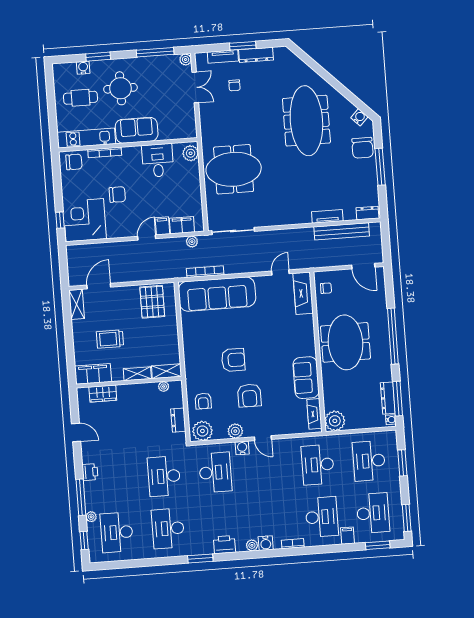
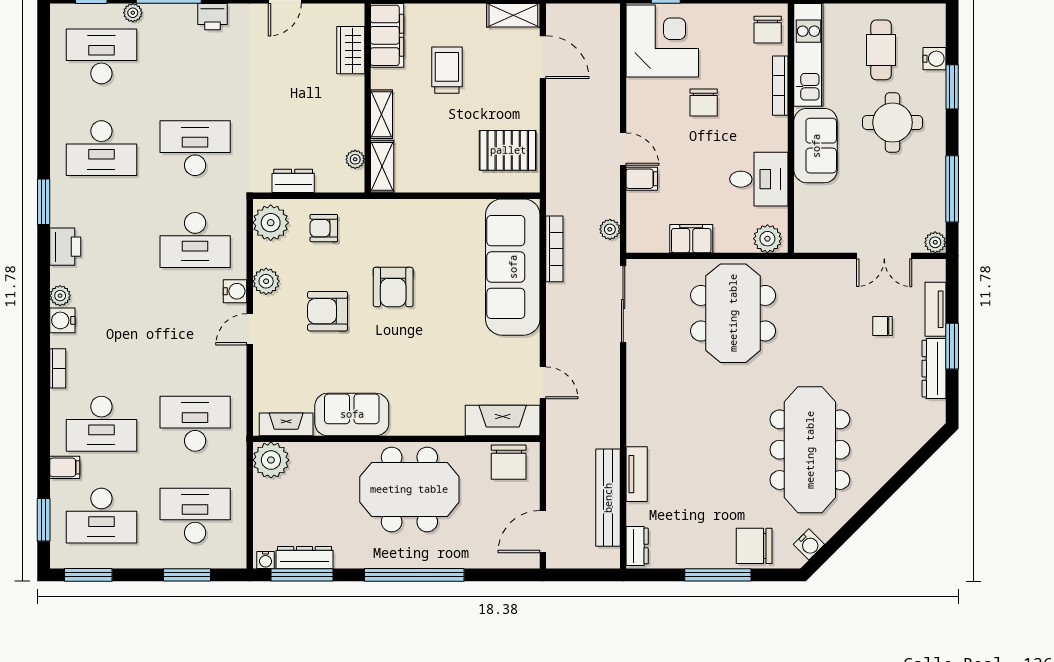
meeting table: (306, 121) -> (810, 450), turned 90
filing cabinet: (182, 225) -> (691, 239), moved, turned -90
chair: (326, 288) -> (509, 462), width x1.87, depth x1.87
desk: (168, 528) -> (101, 148), turned 180

